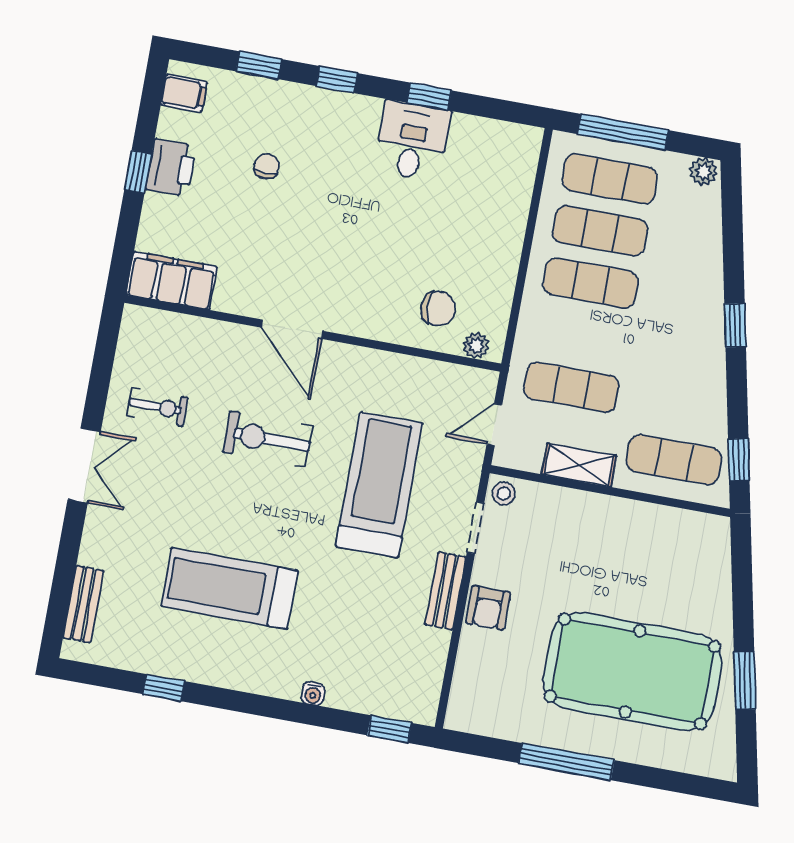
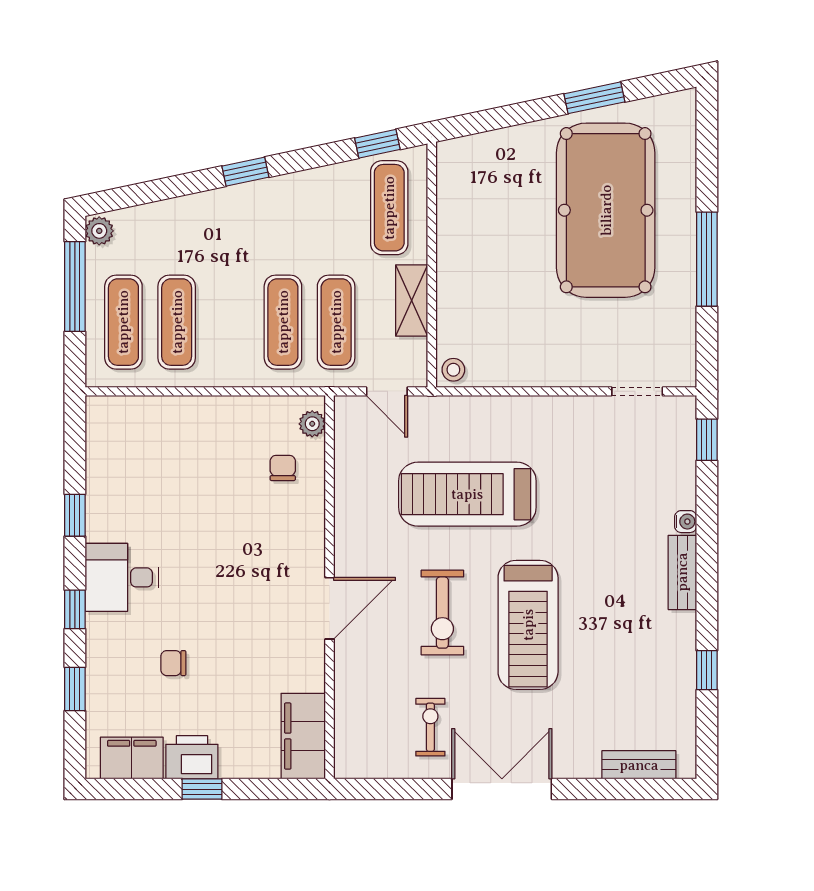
filing cabinet: (184, 93) -> (132, 758), width x2.00
window: (623, 132) -> (75, 286), moved
desk: (412, 141) -> (122, 577), moved
exercise mat: (590, 283) -> (283, 322), moved
chair: (438, 309) -> (283, 468), width x0.73, depth x0.73
double door: (84, 466) -> (502, 789), width x1.37
doorway: (475, 528) -> (637, 391), moved
treadmill: (229, 588) -> (528, 625), moved
bench: (445, 591) -> (682, 572), moved, turned 90
armchair: (488, 608) -> (569, 364), removed

